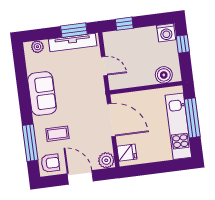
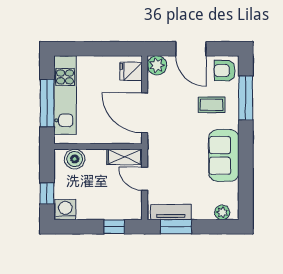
tv unit: (73, 42) -> (171, 212), width x0.71
shelving: (123, 82) -> (125, 157), added

